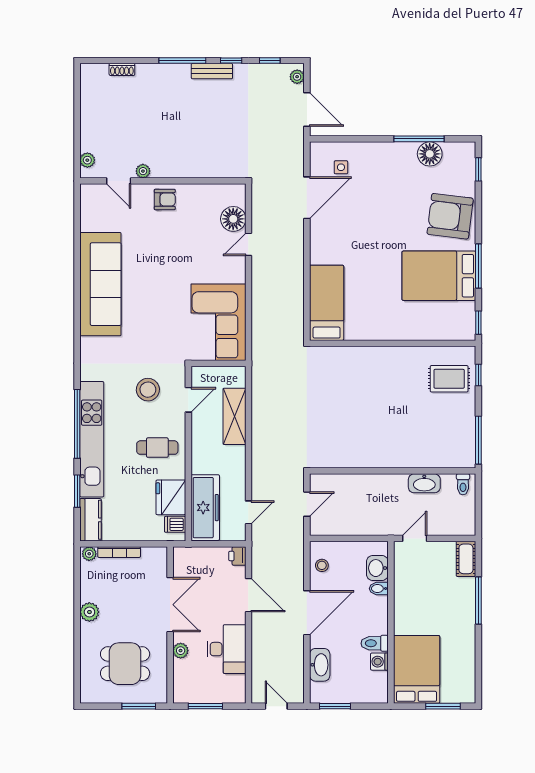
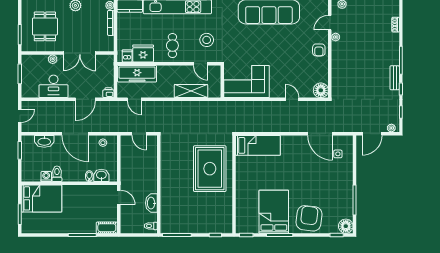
floor lamp: (430, 154) -> (346, 226), moved
floor lamp: (233, 219) -> (321, 90), moved
rug: (449, 379) -> (210, 169), moved, width x1.86, depth x2.06

